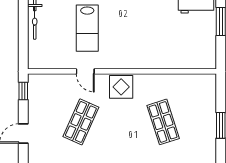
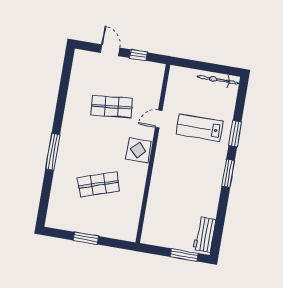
window: (23, 91) -> (138, 55), moved
shop shelf: (81, 122) -> (112, 107), turned -30

